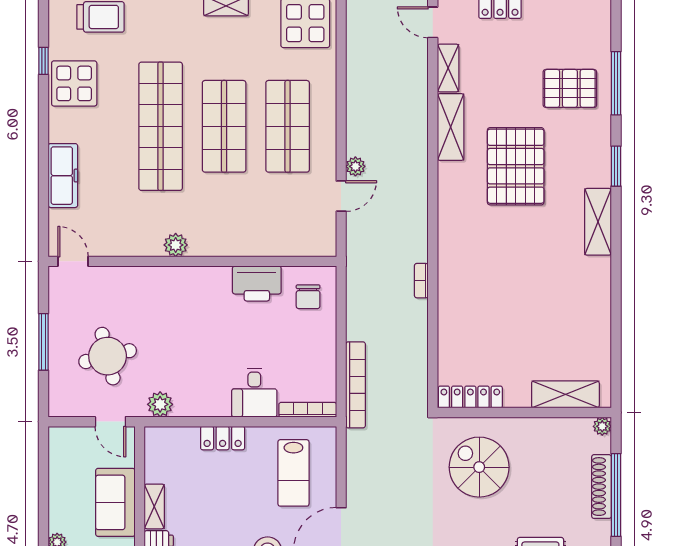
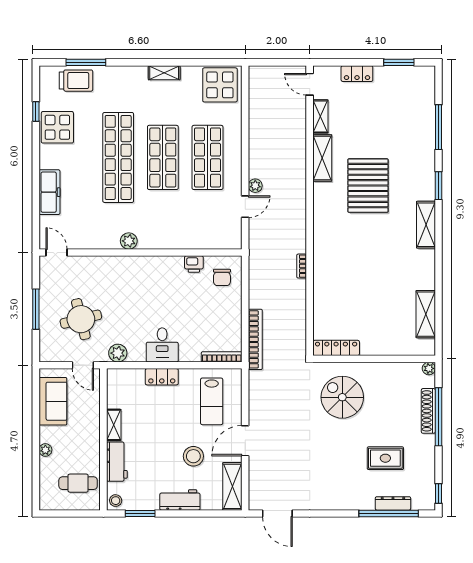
pallet: (570, 88) -> (406, 131), removed
printer: (257, 283) -> (194, 264), width x0.53, depth x0.68
desk: (254, 393) -> (162, 345), moved
shelving: (565, 394) -> (426, 314), moved, turned 90
sofa: (115, 502) -> (53, 401), moved, turned 180

